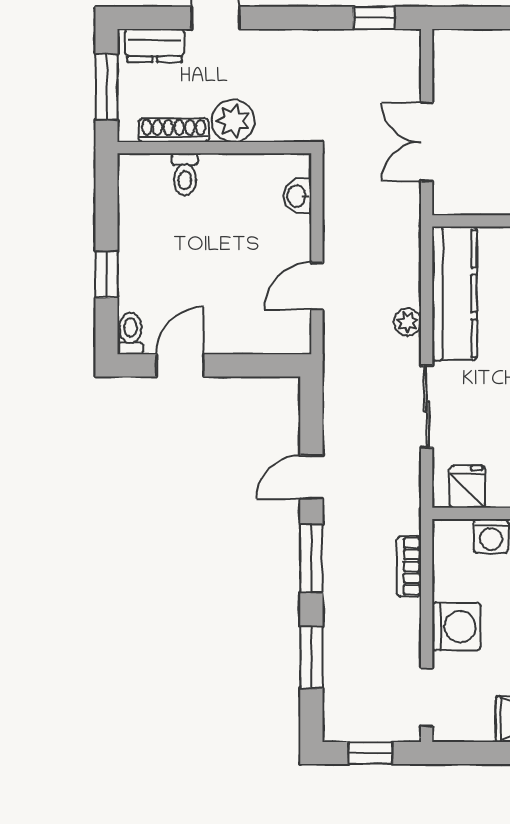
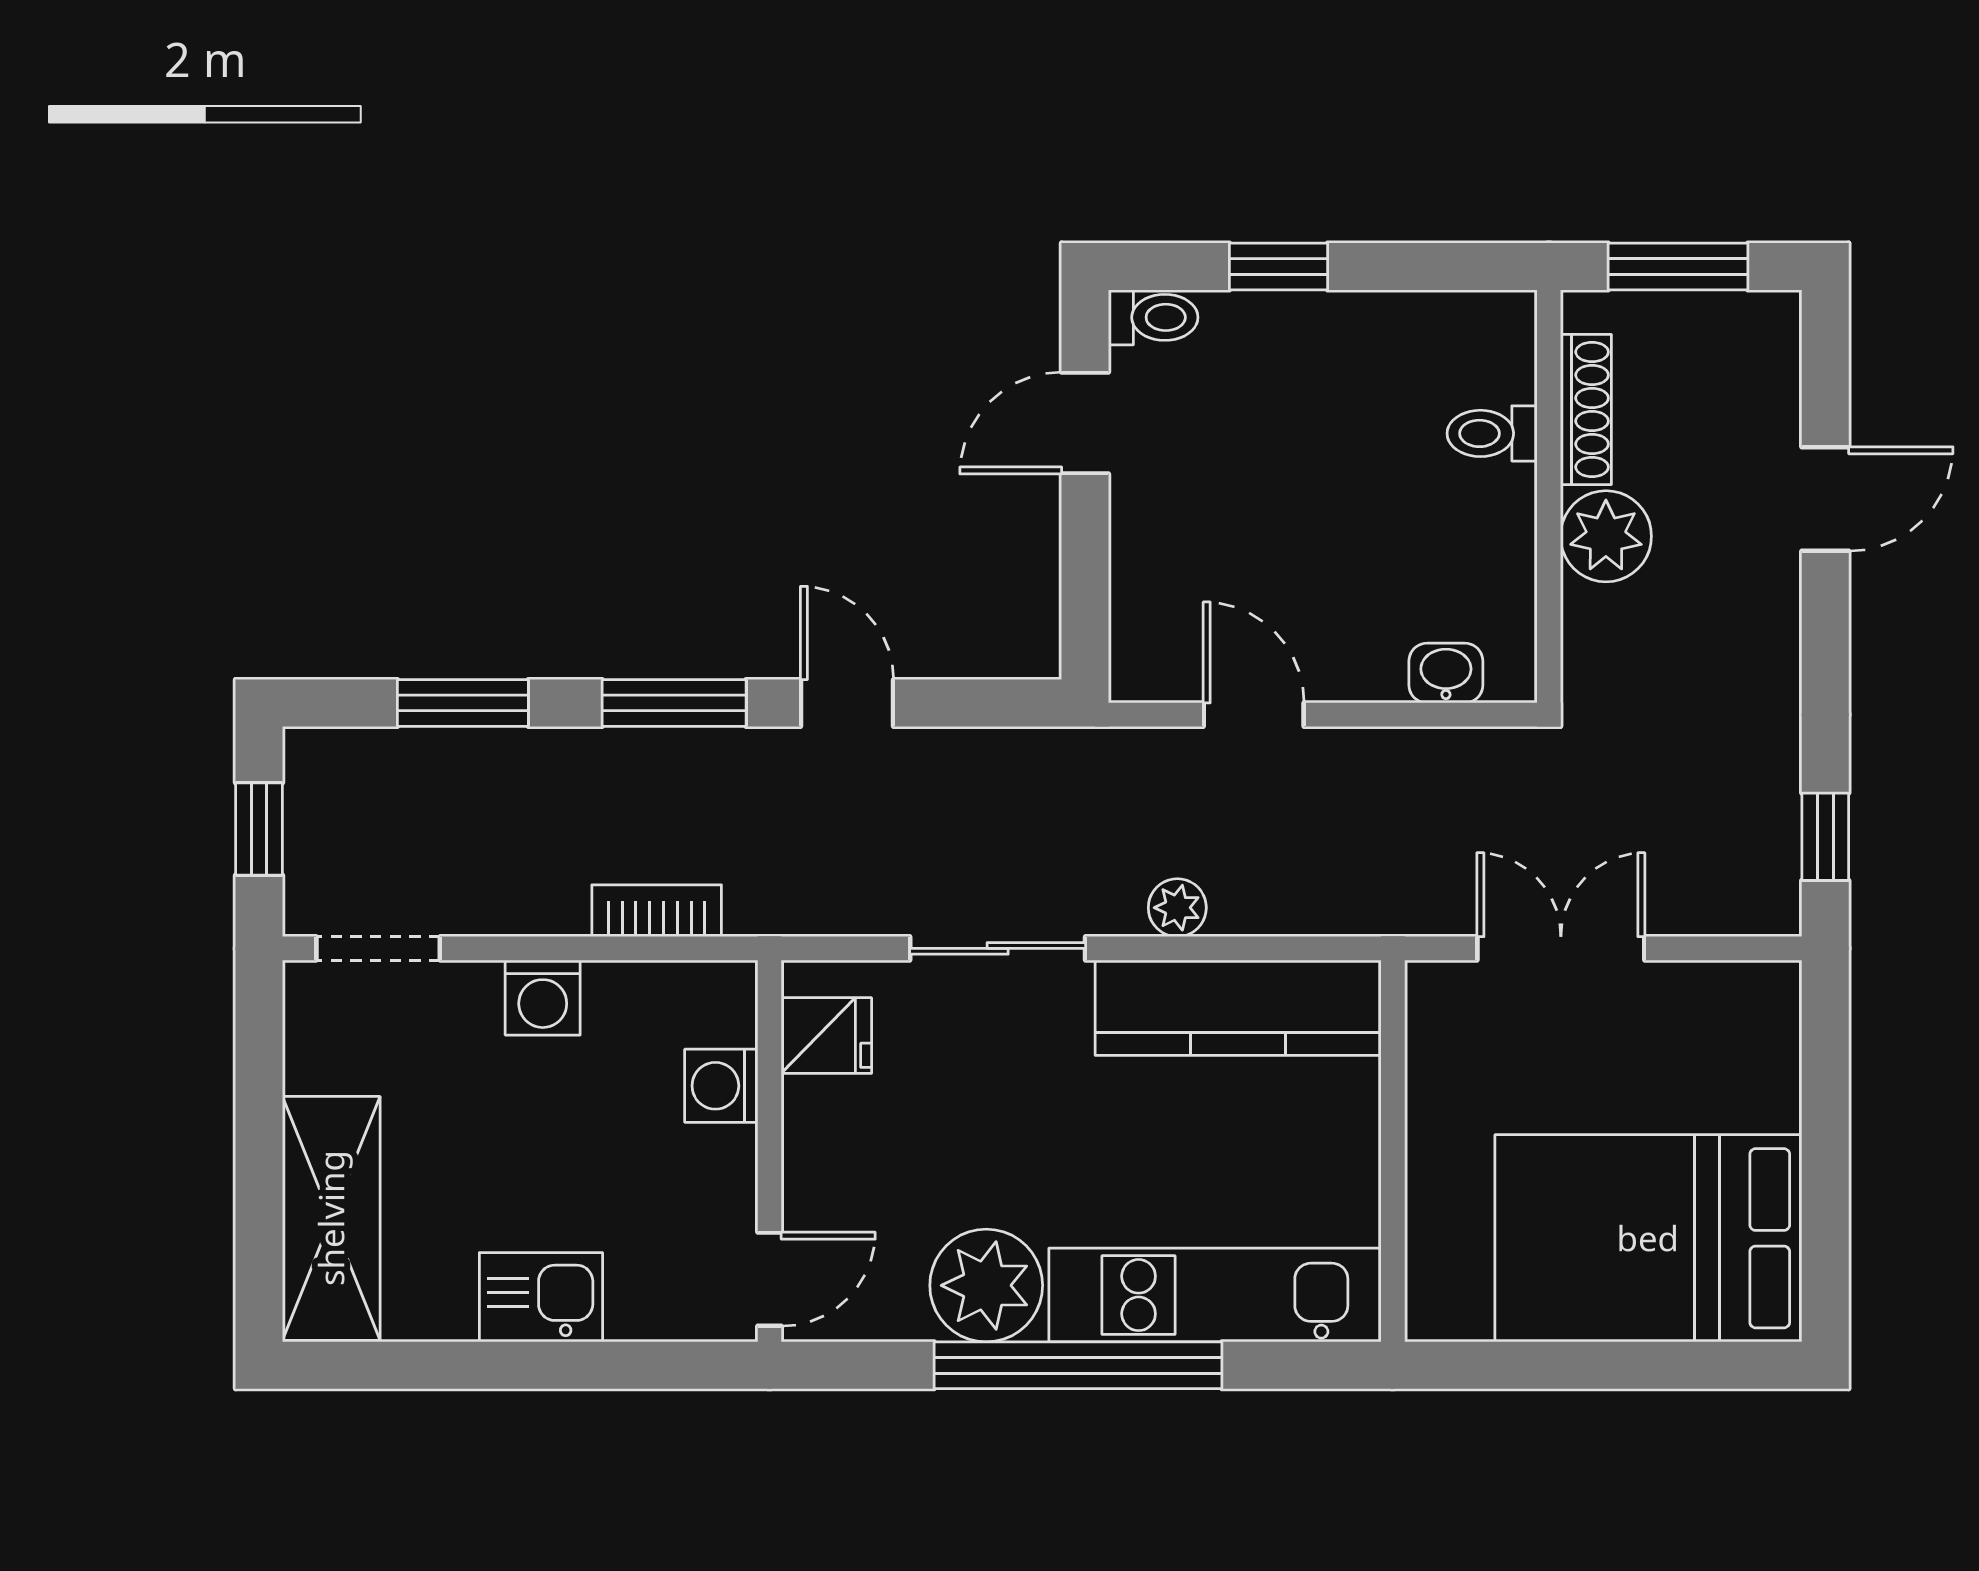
dresser: (155, 45) -> (1766, 369), removed
door: (180, 365) -> (1085, 423), swing flipped
washing machine: (456, 627) -> (543, 998), width x0.73, depth x0.73

